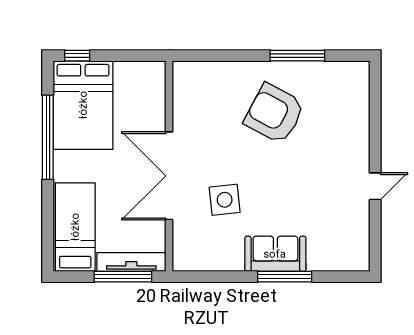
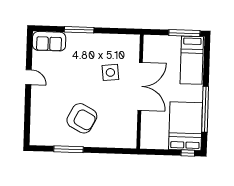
door: (375, 186) -> (29, 77), swing flipped
sofa: (275, 254) -> (49, 41), moved
tv unit: (131, 262) -> (162, 40), removed
window: (123, 277) -> (184, 33), moved

